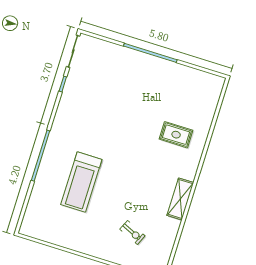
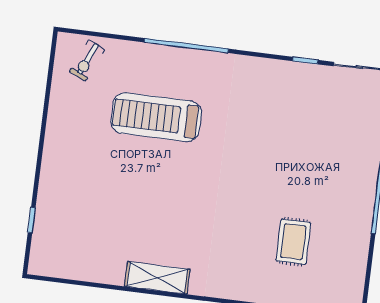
rug: (176, 135) -> (293, 242), moved
exercise bike: (132, 232) -> (87, 60), moved

